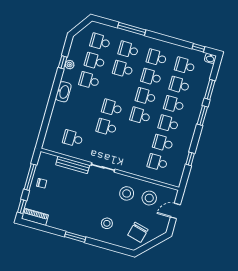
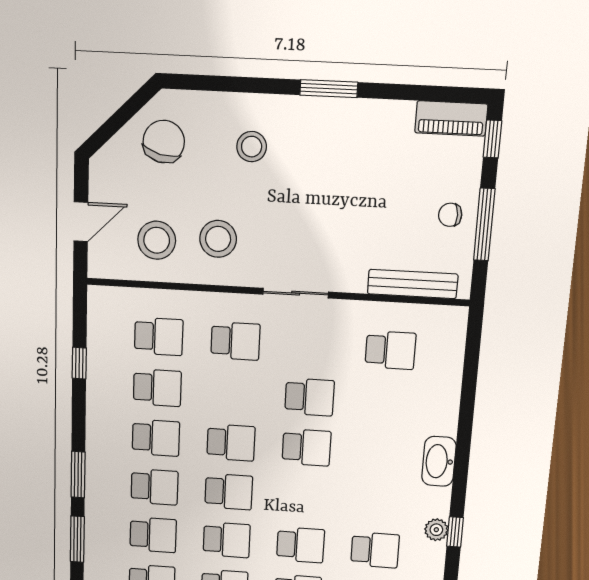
school desk: (89, 80) -> (235, 341), moved
bench: (73, 165) -> (413, 284), moved

